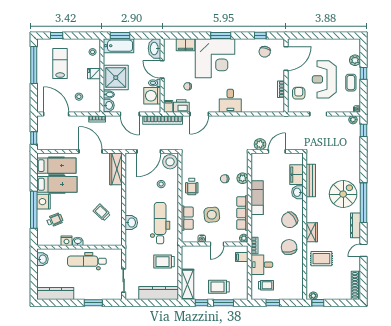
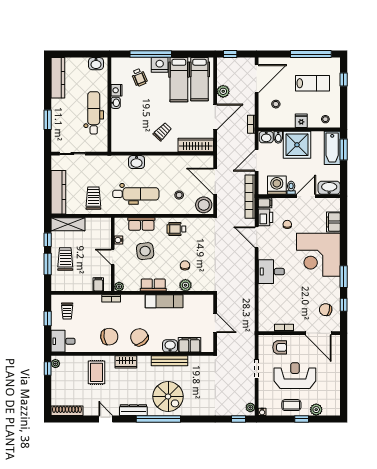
window: (221, 35) -> (344, 277), moved
plant: (260, 144) -> (223, 91), moved
bench: (311, 180) -> (170, 361), moved
trolley: (102, 212) -> (162, 132), moved
row of seats: (242, 213) -> (153, 285), width x0.68
desk: (262, 265) -> (63, 341), moved, turned -90

